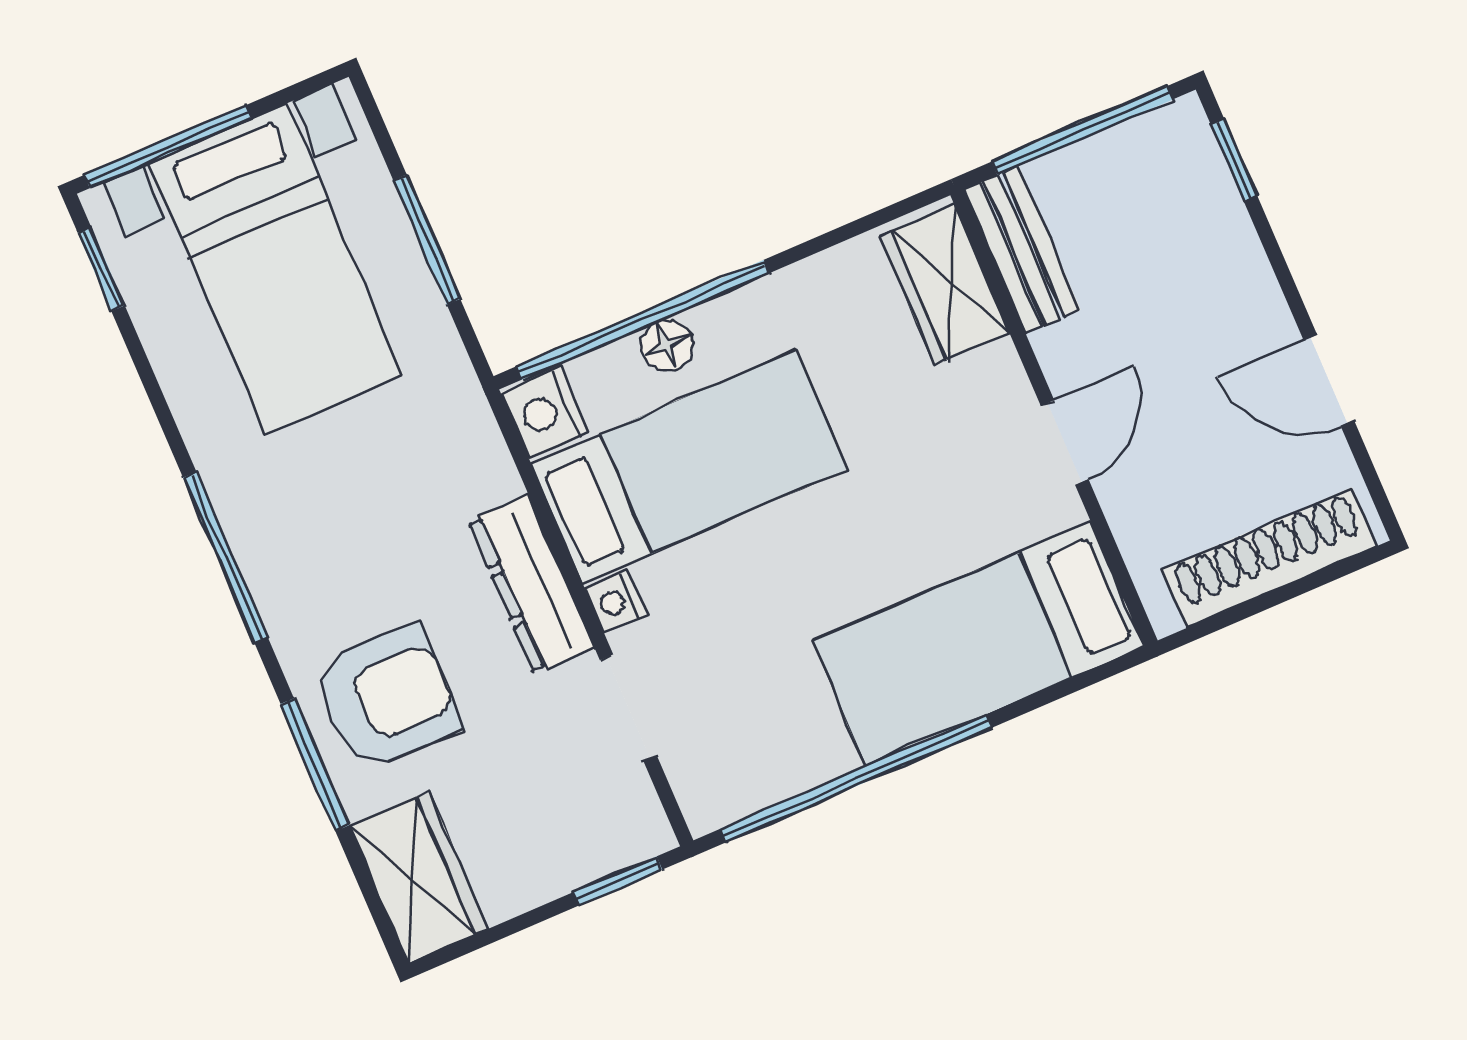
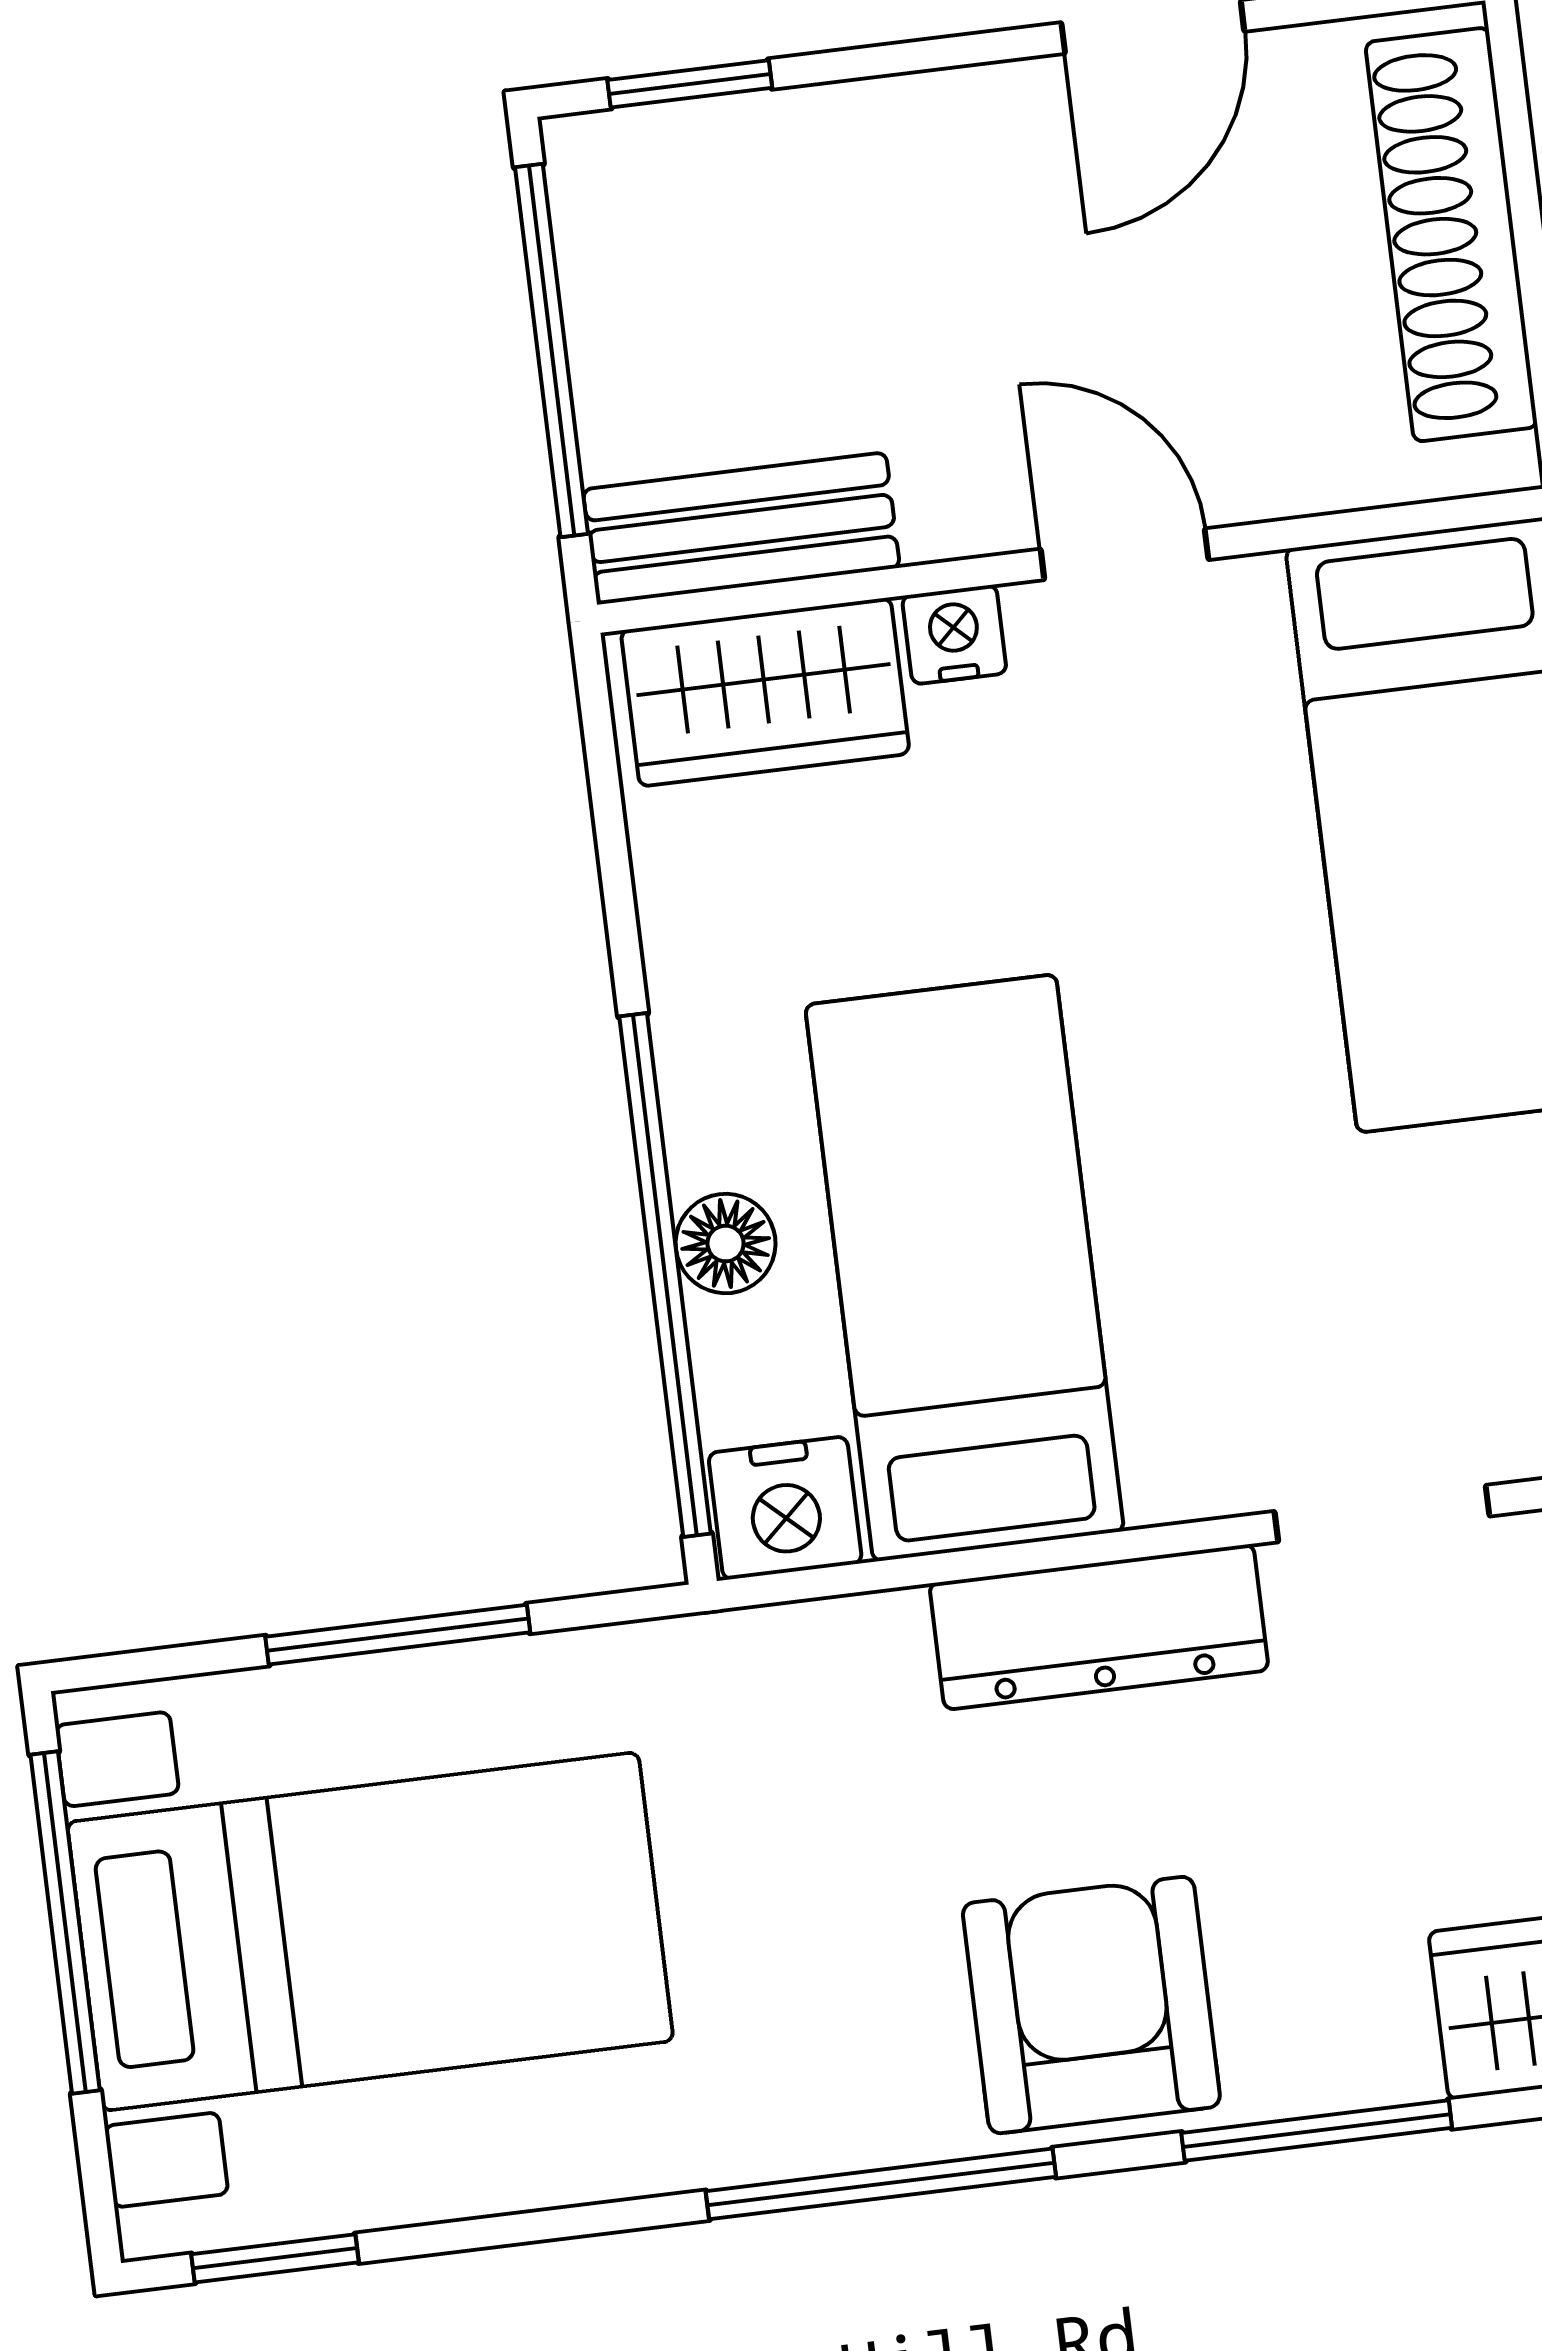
window: (168, 147) -> (65, 1923), moved
nightstand: (616, 602) -> (954, 635), moved, turned 180
armchair: (387, 698) -> (1091, 2005), moved

